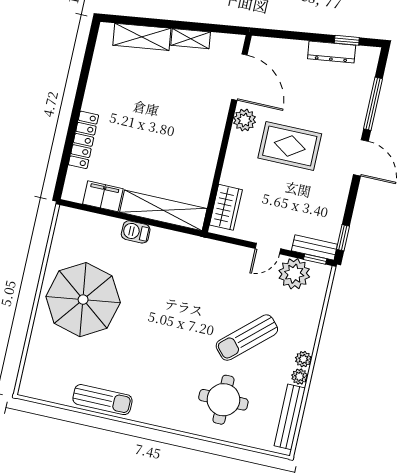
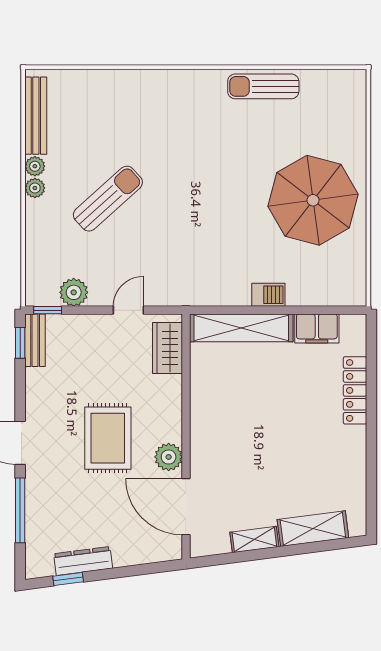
rug: (290, 146) -> (108, 438), turned 90
bench: (314, 247) -> (35, 340), moved, turned 90
door: (268, 249) -> (128, 310), moved
plant: (294, 274) -> (74, 292), width x0.73, depth x0.73
round table: (223, 400) -> (119, 118), removed

